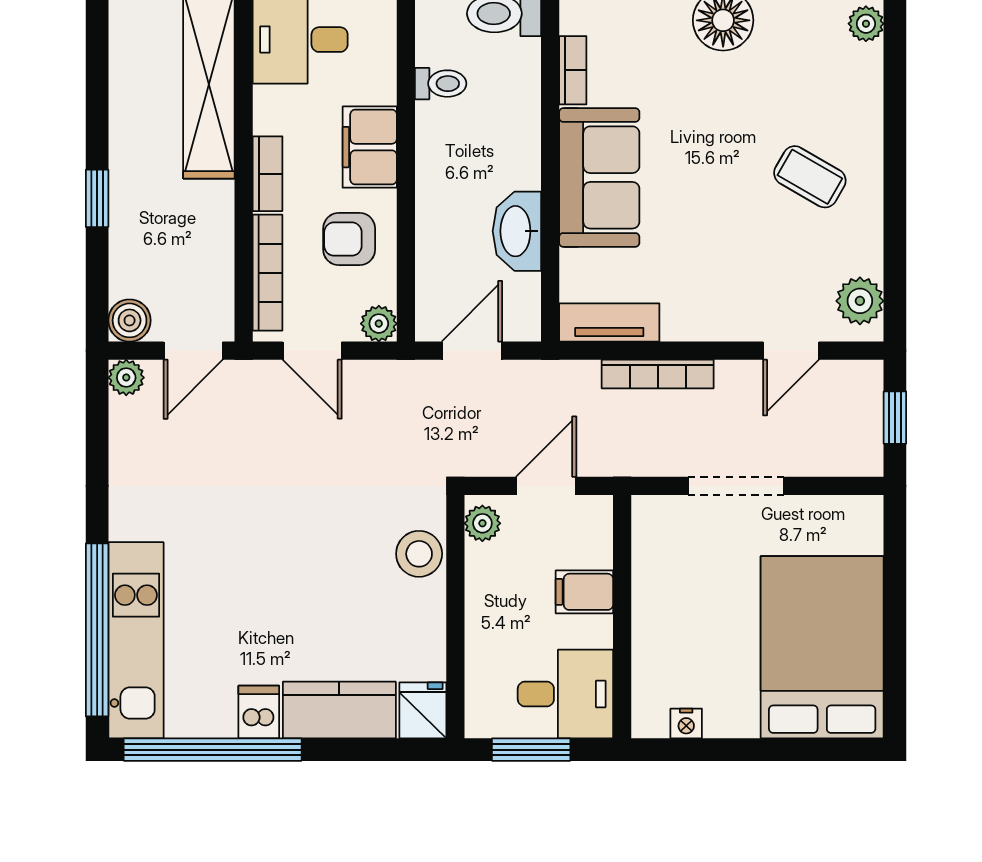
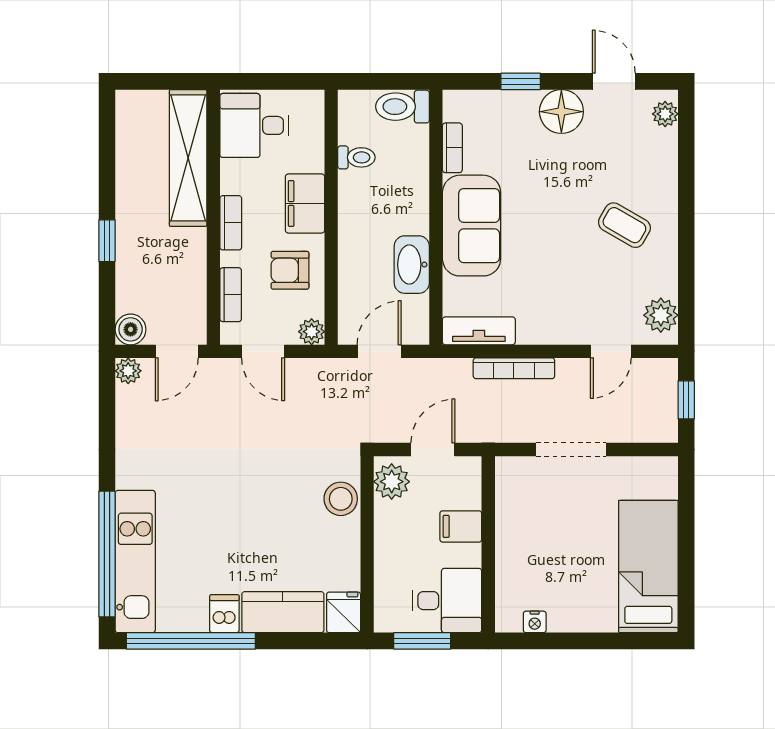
bookcase: (267, 273) -> (231, 295), width x0.64
plant: (482, 523) -> (392, 482), width x1.38, depth x1.38
bed: (822, 647) -> (648, 567), width x0.67

